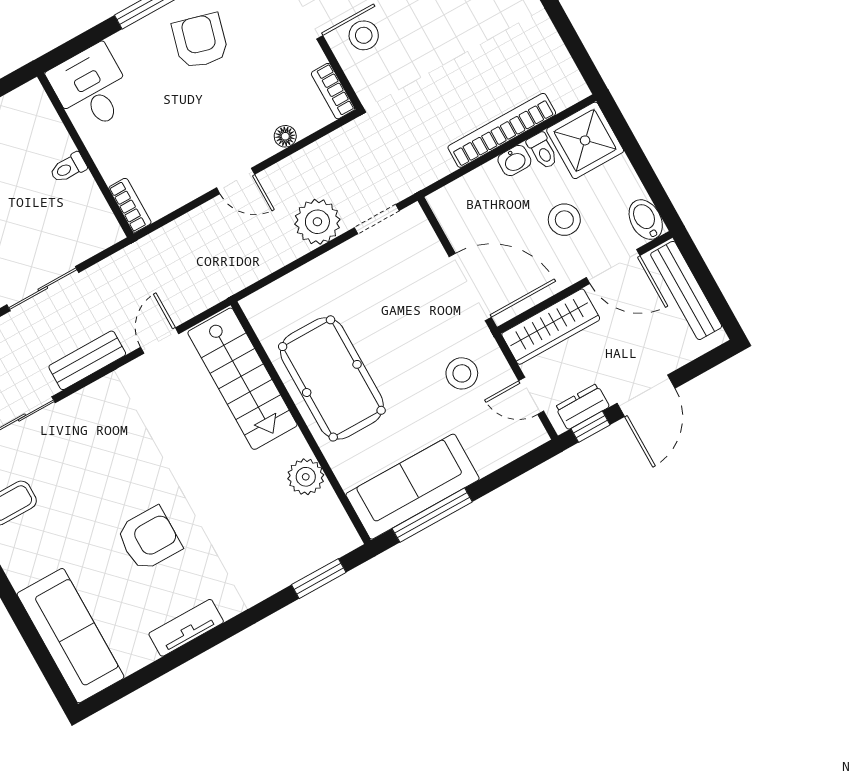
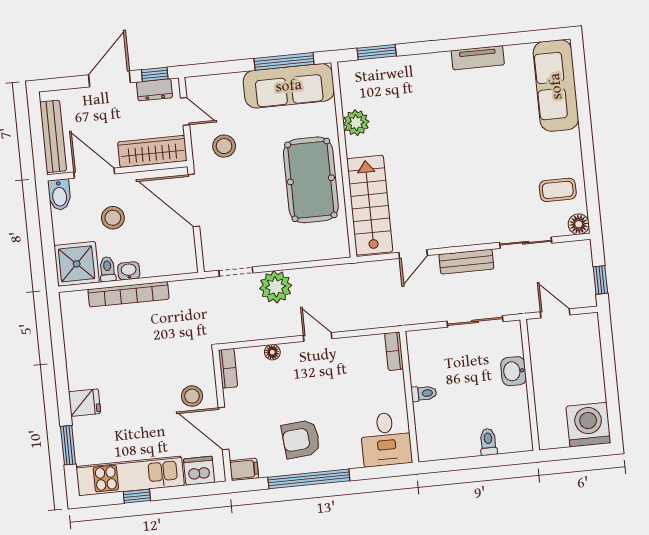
armchair: (200, 41) -> (301, 439), turned 70
armchair: (149, 539) -> (477, 127), removed

